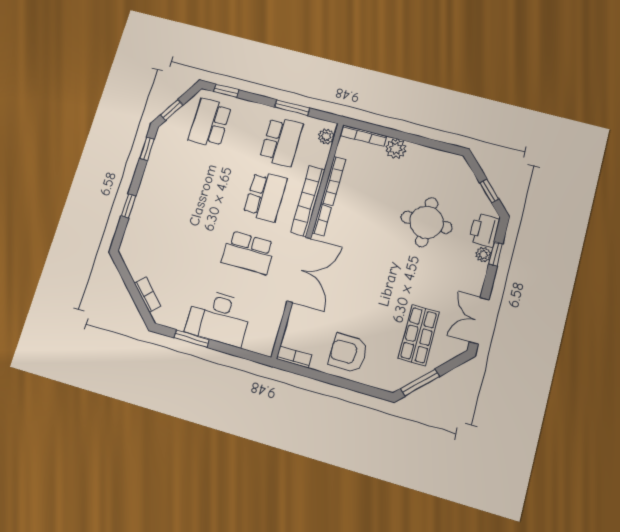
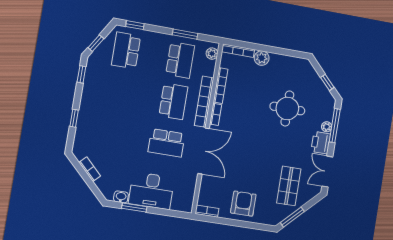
printer: (484, 230) -> (321, 143), moved
window: (496, 254) -> (335, 126), width x2.17
bookcase: (148, 295) -> (90, 169), moved
washbasin: (175, 321) -> (121, 197), added
armchair: (348, 353) -> (243, 204), turned 90

